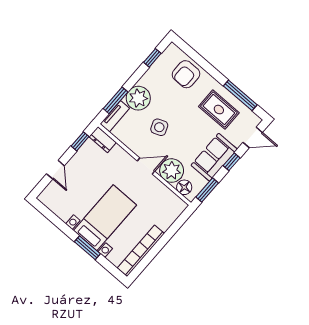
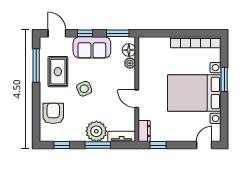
armchair: (186, 74) -> (53, 113), turned -90
window: (116, 100) -> (98, 145), moved
side table: (159, 127) -> (84, 89), moved
door: (146, 166) -> (137, 99), moved
door: (55, 170) -> (204, 145), moved
plant: (172, 171) -> (130, 63), width x0.53, depth x0.53
bed with nightstands: (105, 218) -> (194, 93), width x1.36

